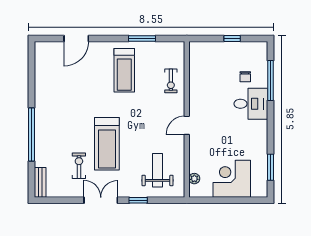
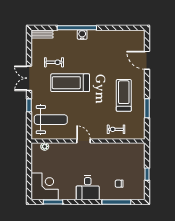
treadmill: (124, 70) -> (124, 95), turned 90
desk: (251, 104) -> (88, 188), moved
water cooler: (41, 127) -> (82, 35), added
weight bench: (158, 170) -> (51, 120), width x1.36, depth x1.33
corner desk: (232, 179) -> (45, 186), moved
double door: (101, 200) -> (29, 78), swing flipped

